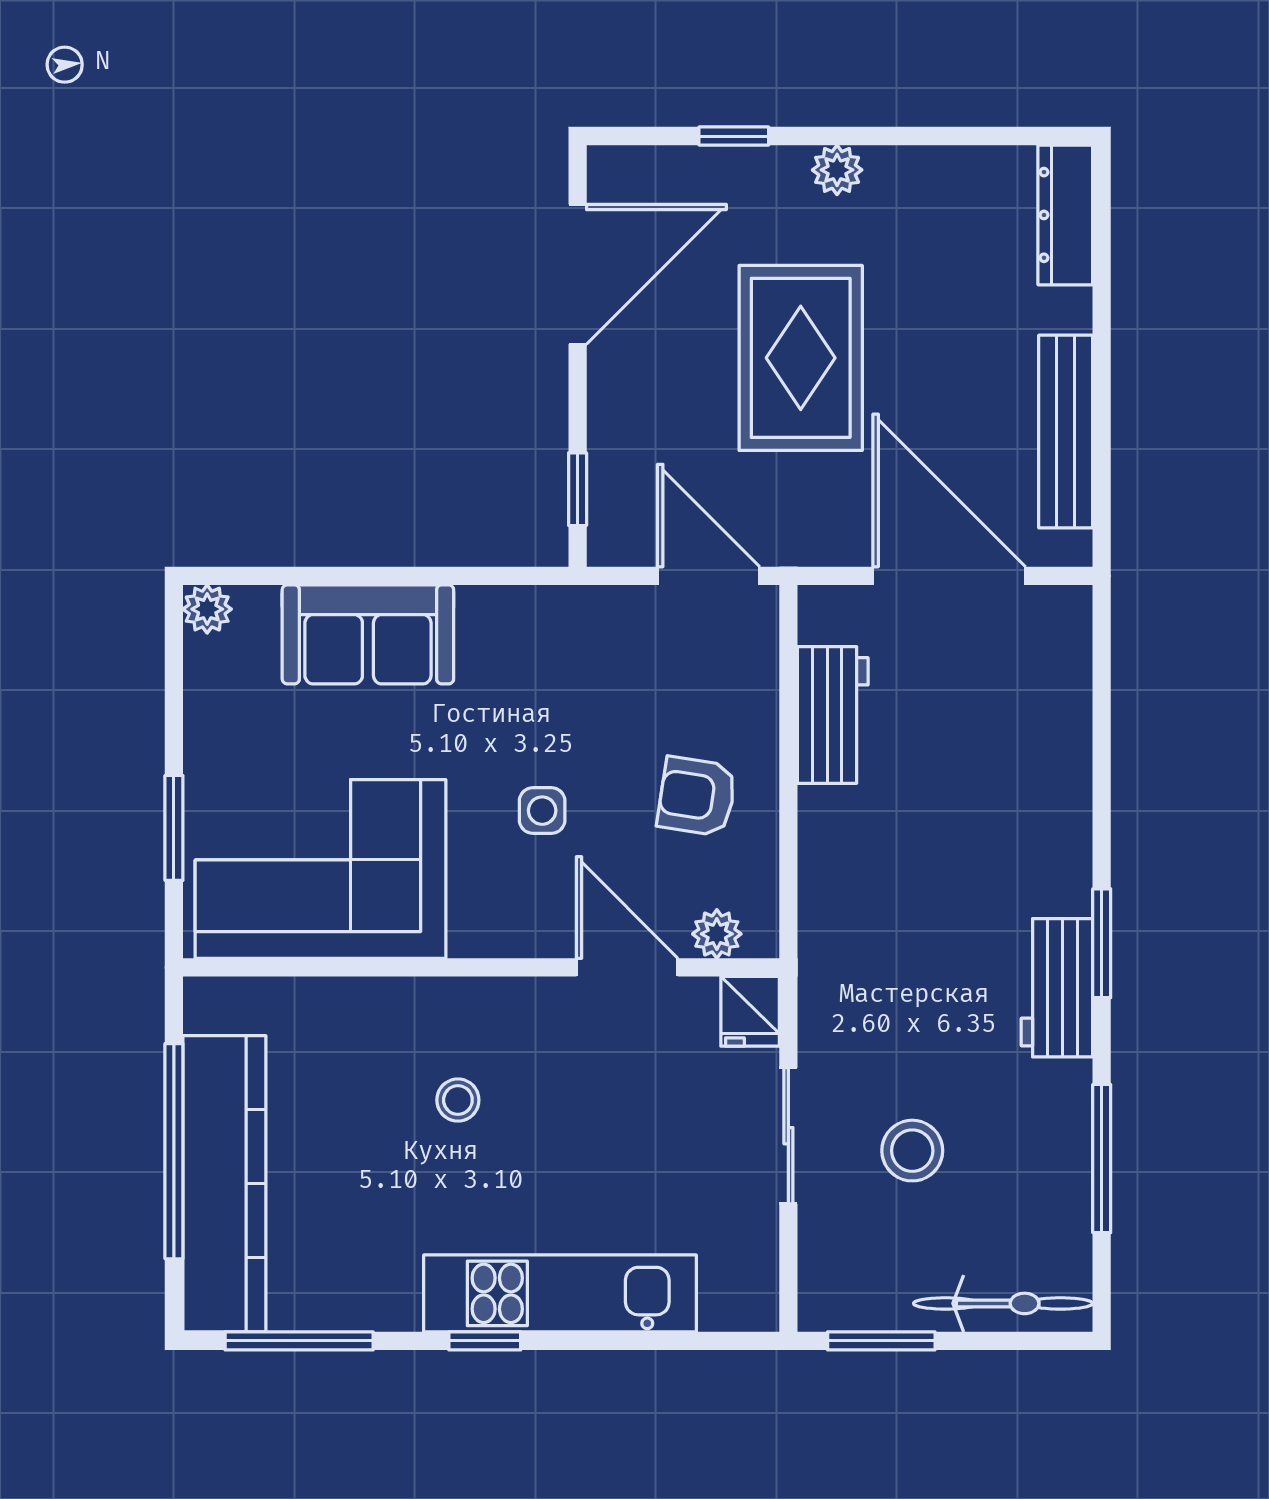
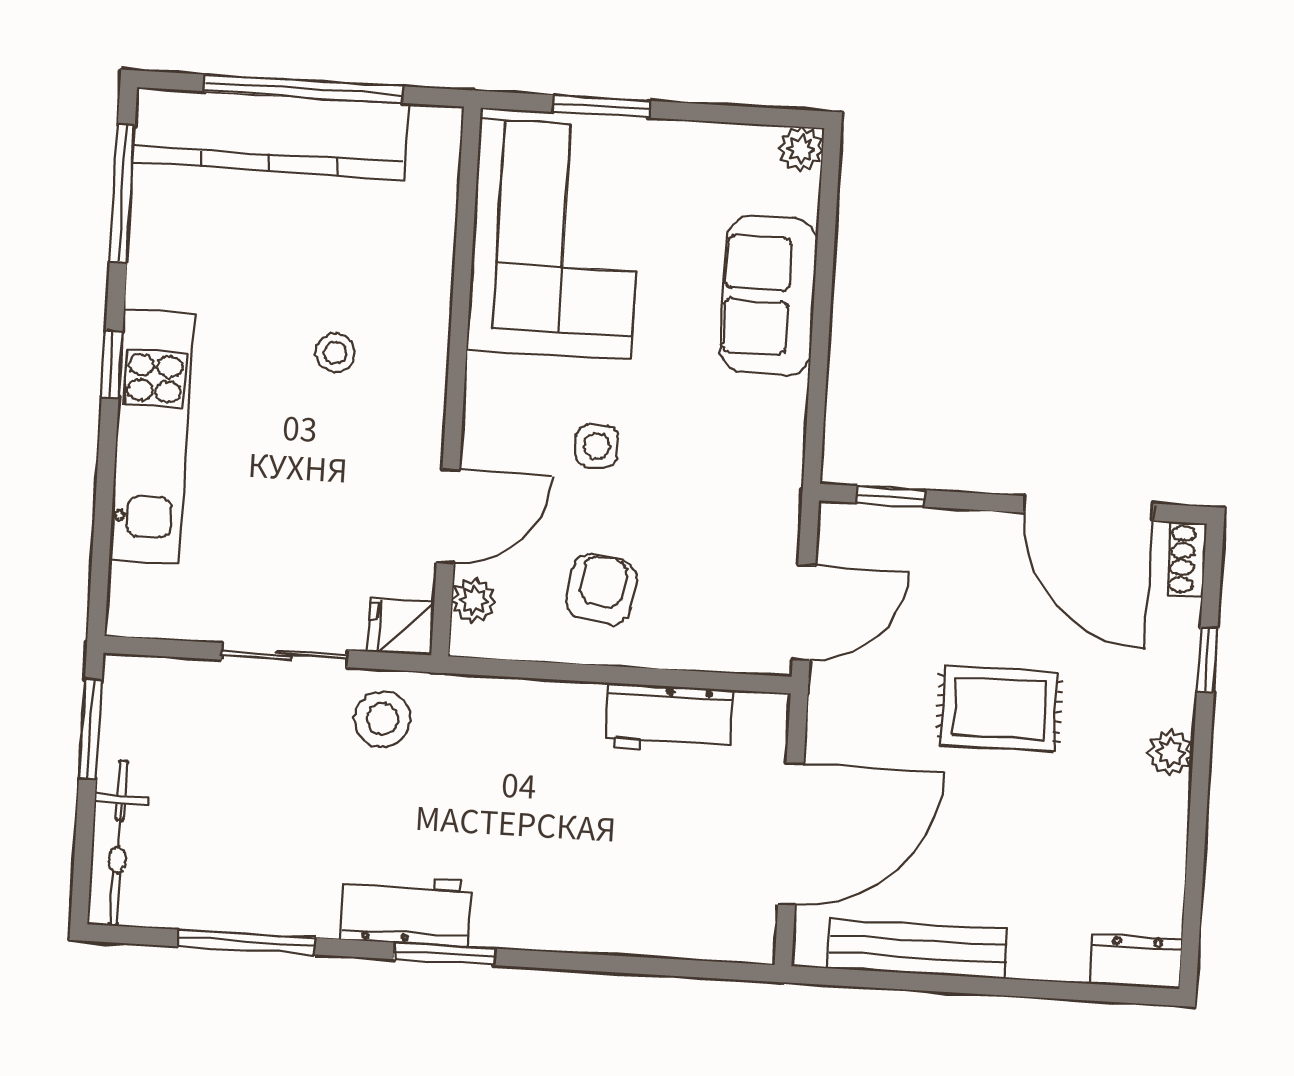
shoe rack: (627, 165) -> (1187, 559), added
dresser: (1065, 215) -> (1136, 961), width x0.70
rug: (801, 358) -> (999, 709), width x0.73, depth x0.70
stool: (912, 1151) -> (382, 719), moved

